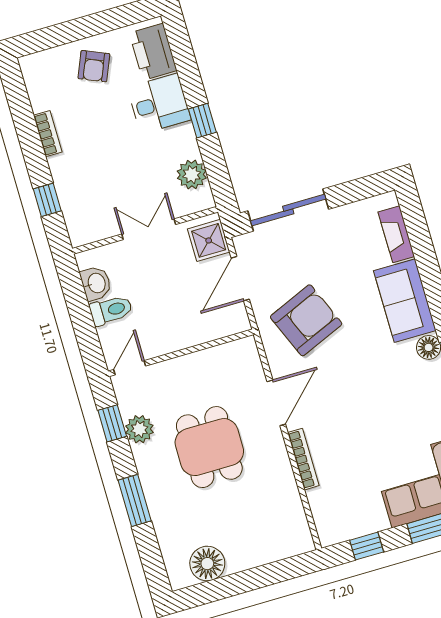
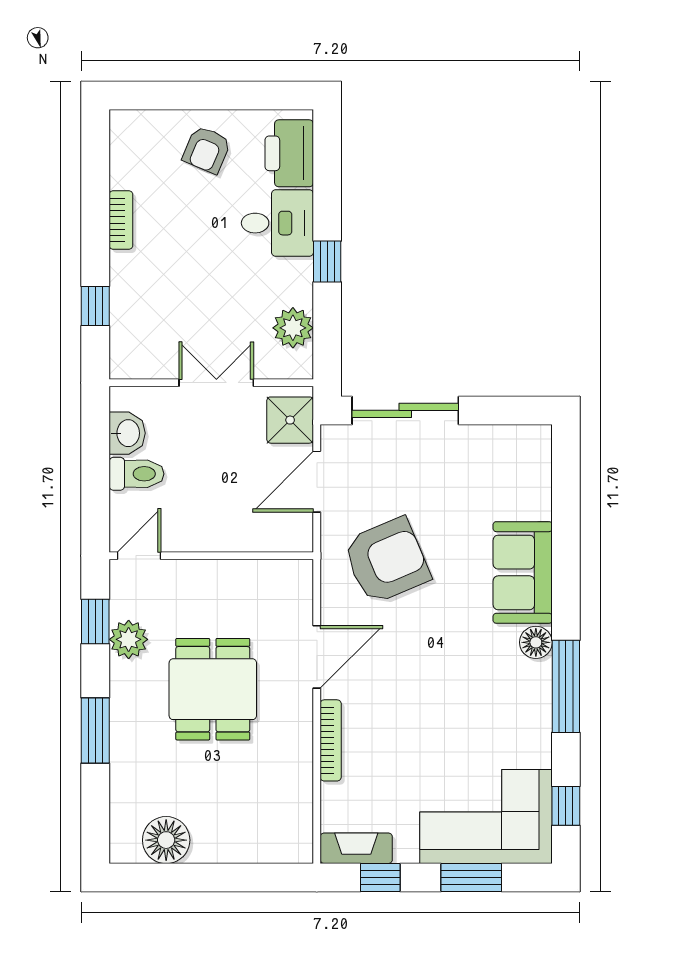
fireplace: (396, 234) -> (356, 848), moved, turned 90

